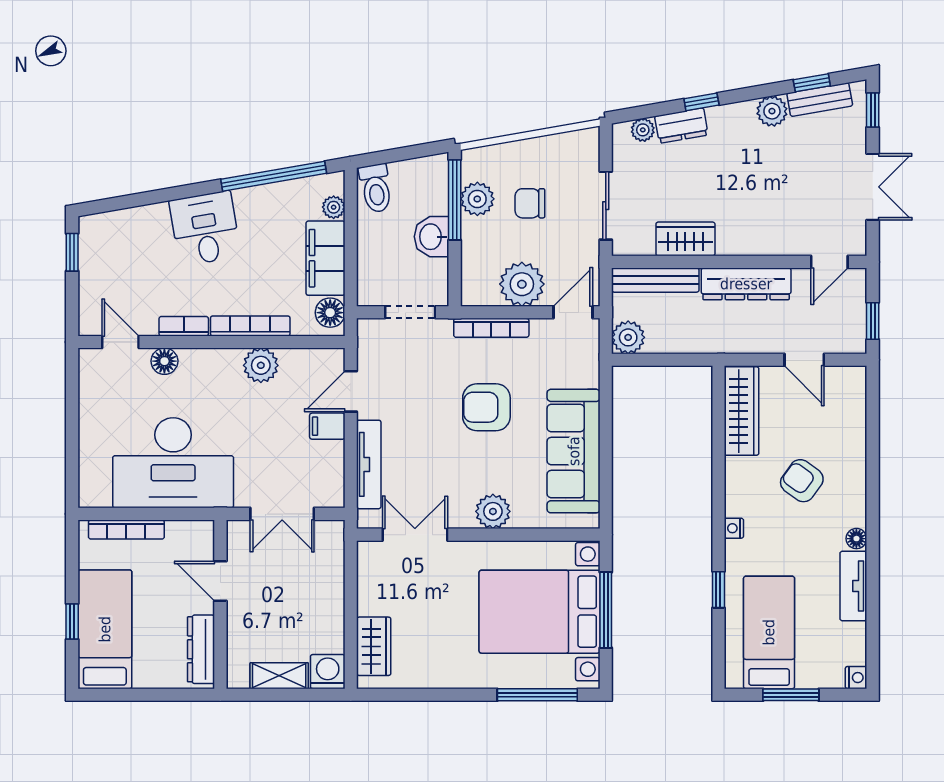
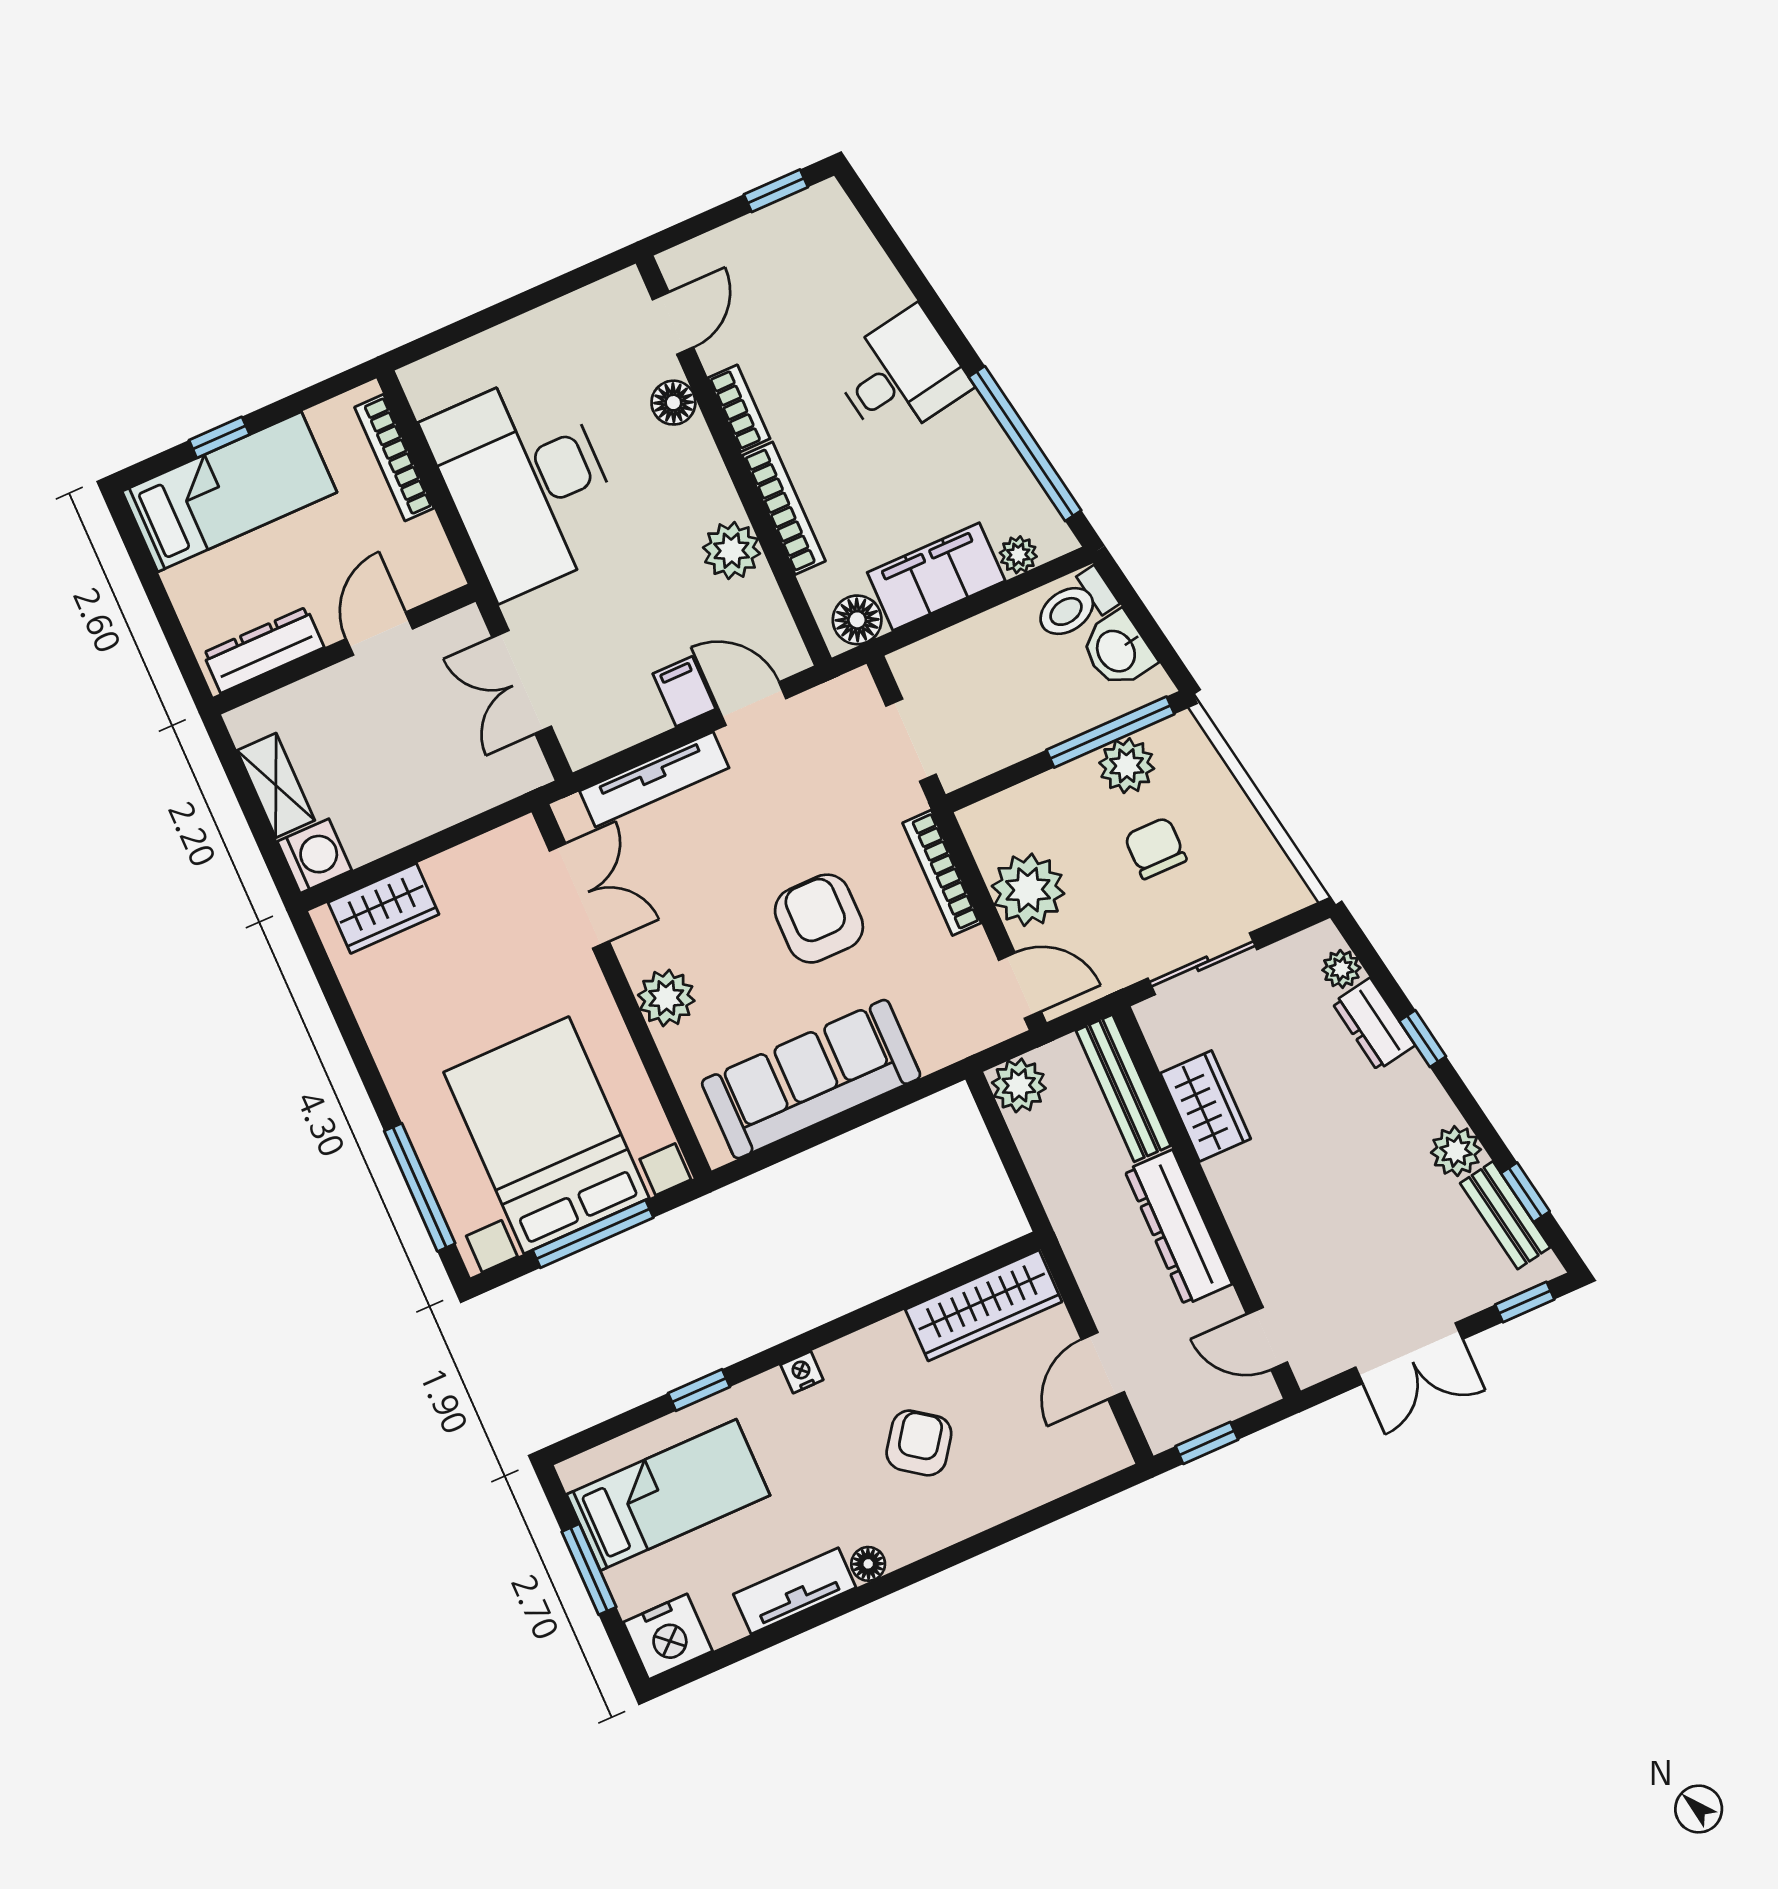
washbasin: (432, 237) -> (1117, 650), moved, turned -100
nightstand: (856, 678) -> (668, 1637), width x1.89, depth x1.79

